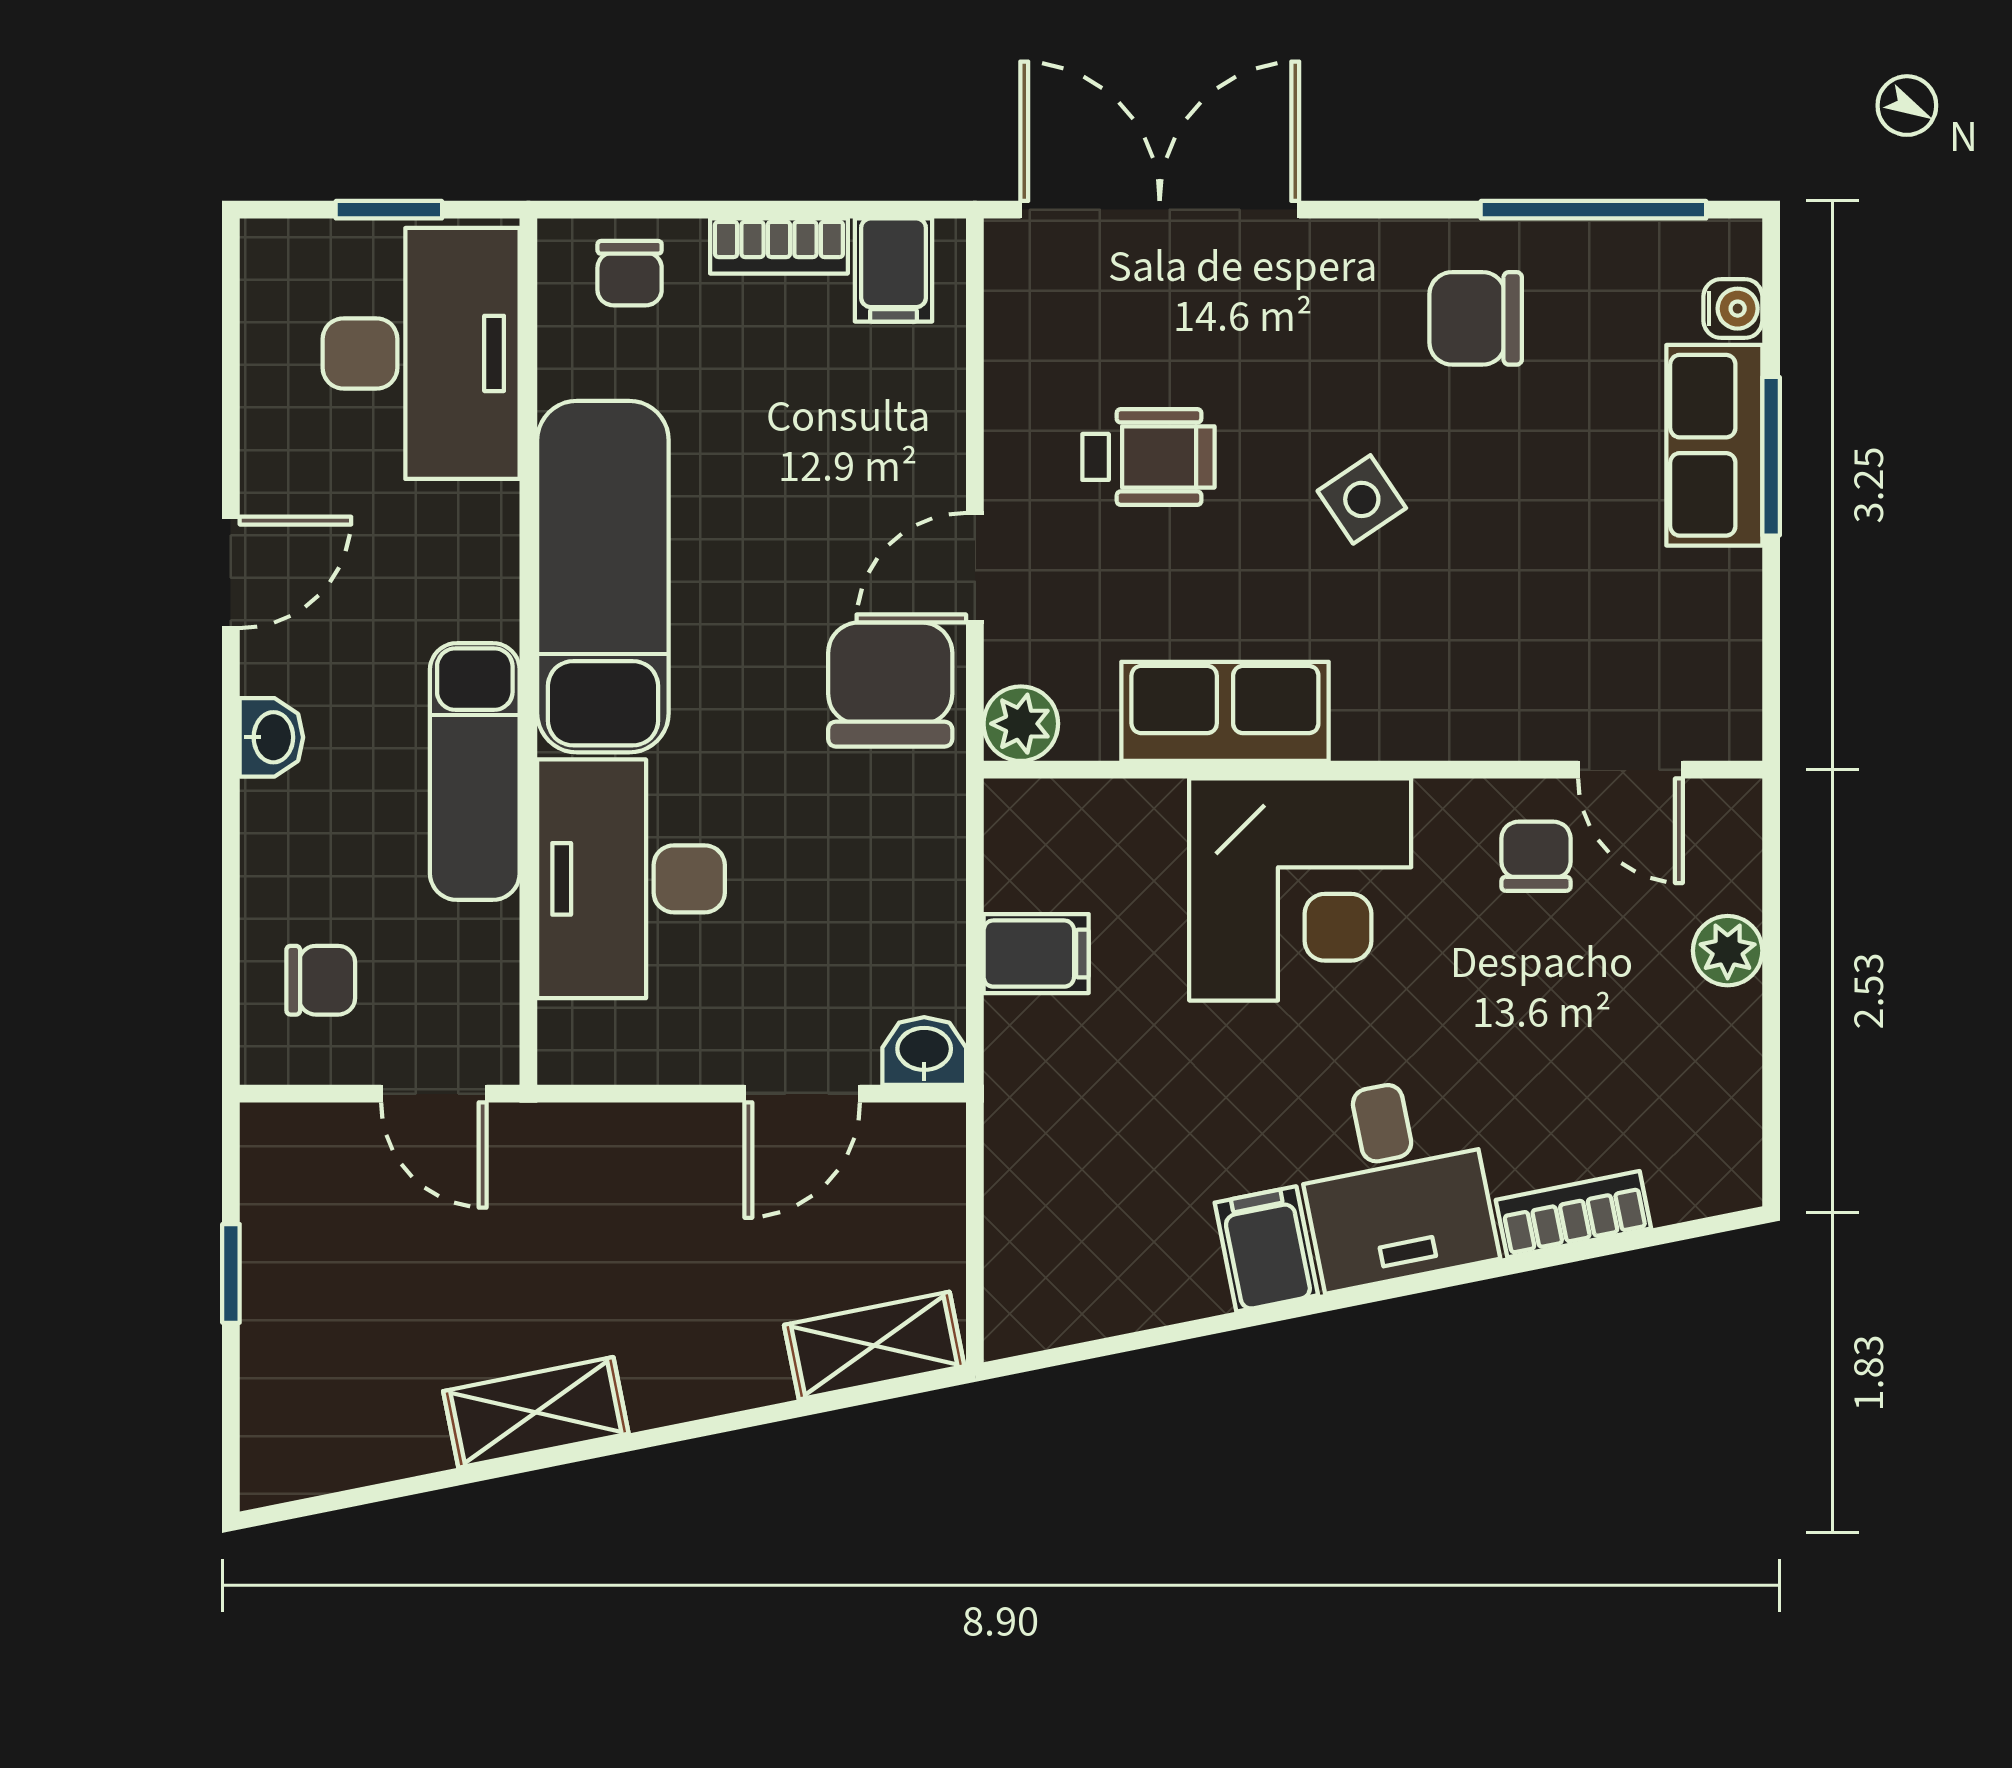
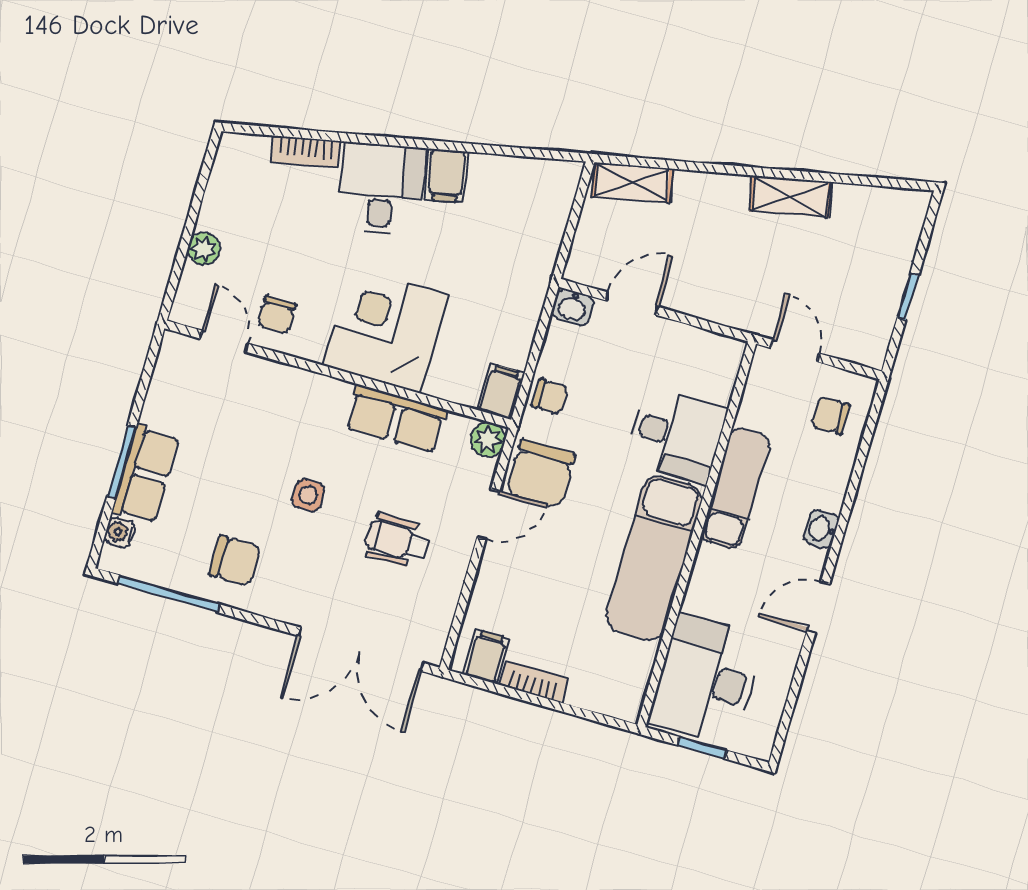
chair: (630, 273) -> (550, 397), moved, turned 92
side table: (1362, 499) -> (308, 495), turned 34
desk: (631, 879) -> (676, 435), width x0.73
filing cabinet: (1036, 954) -> (501, 392), moved, turned 90

